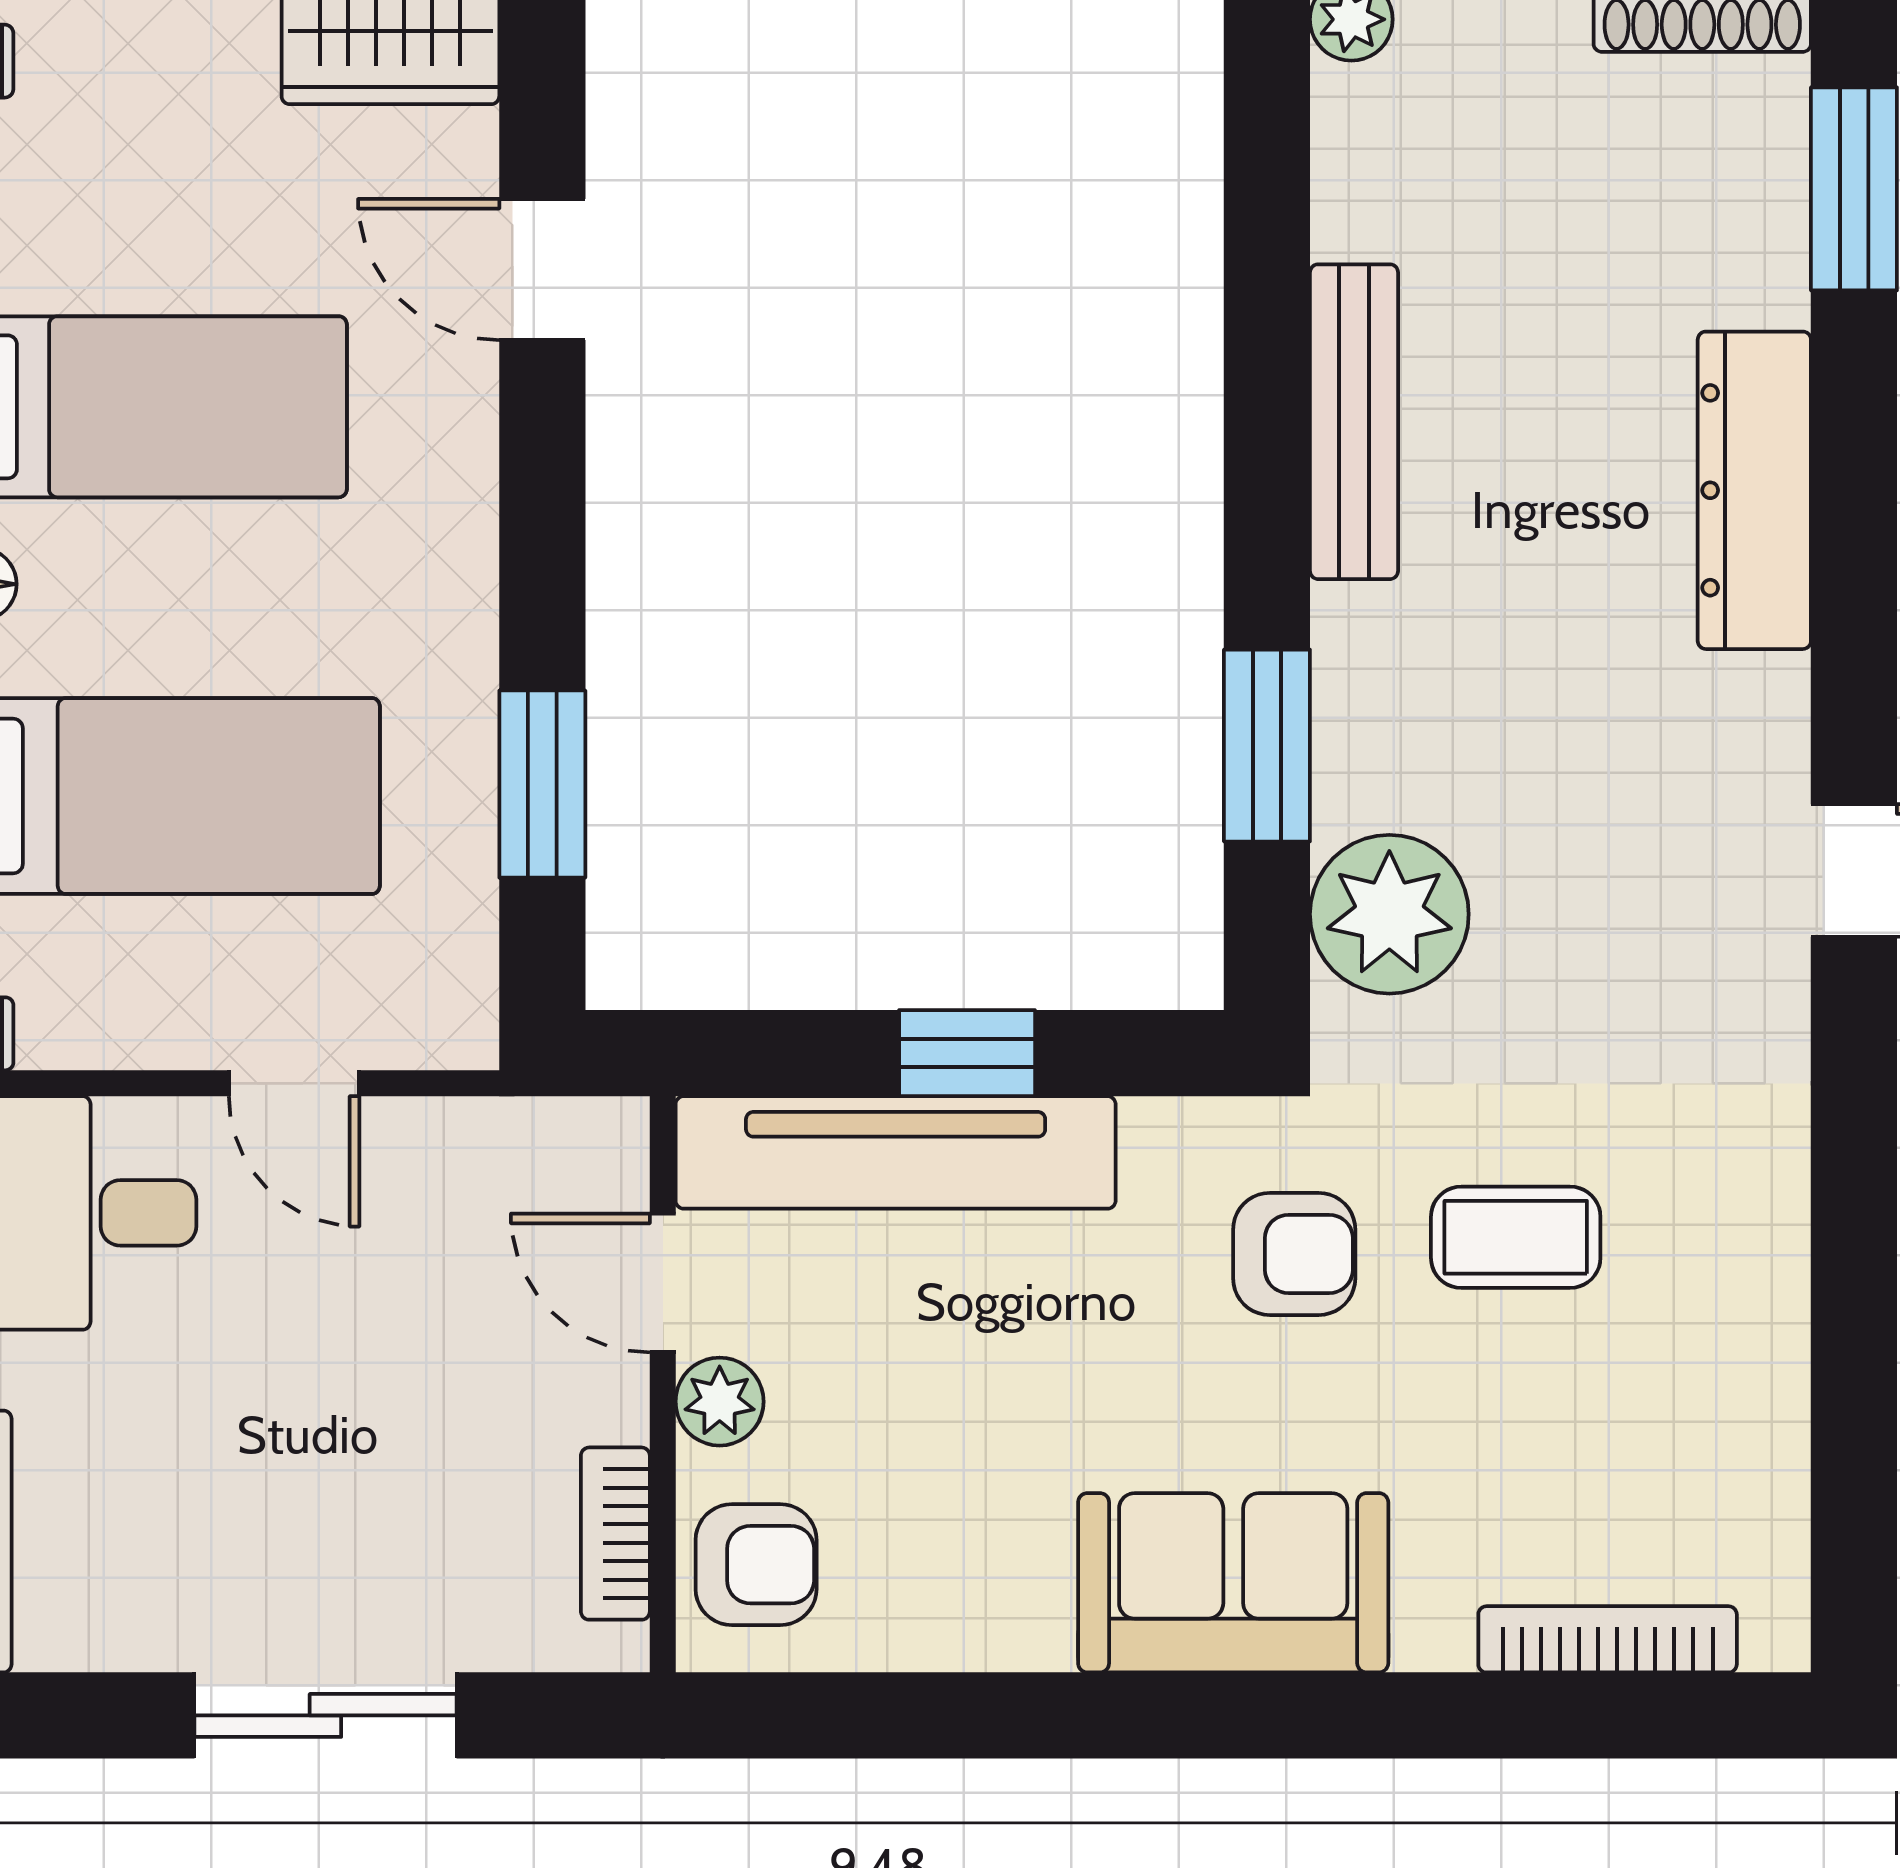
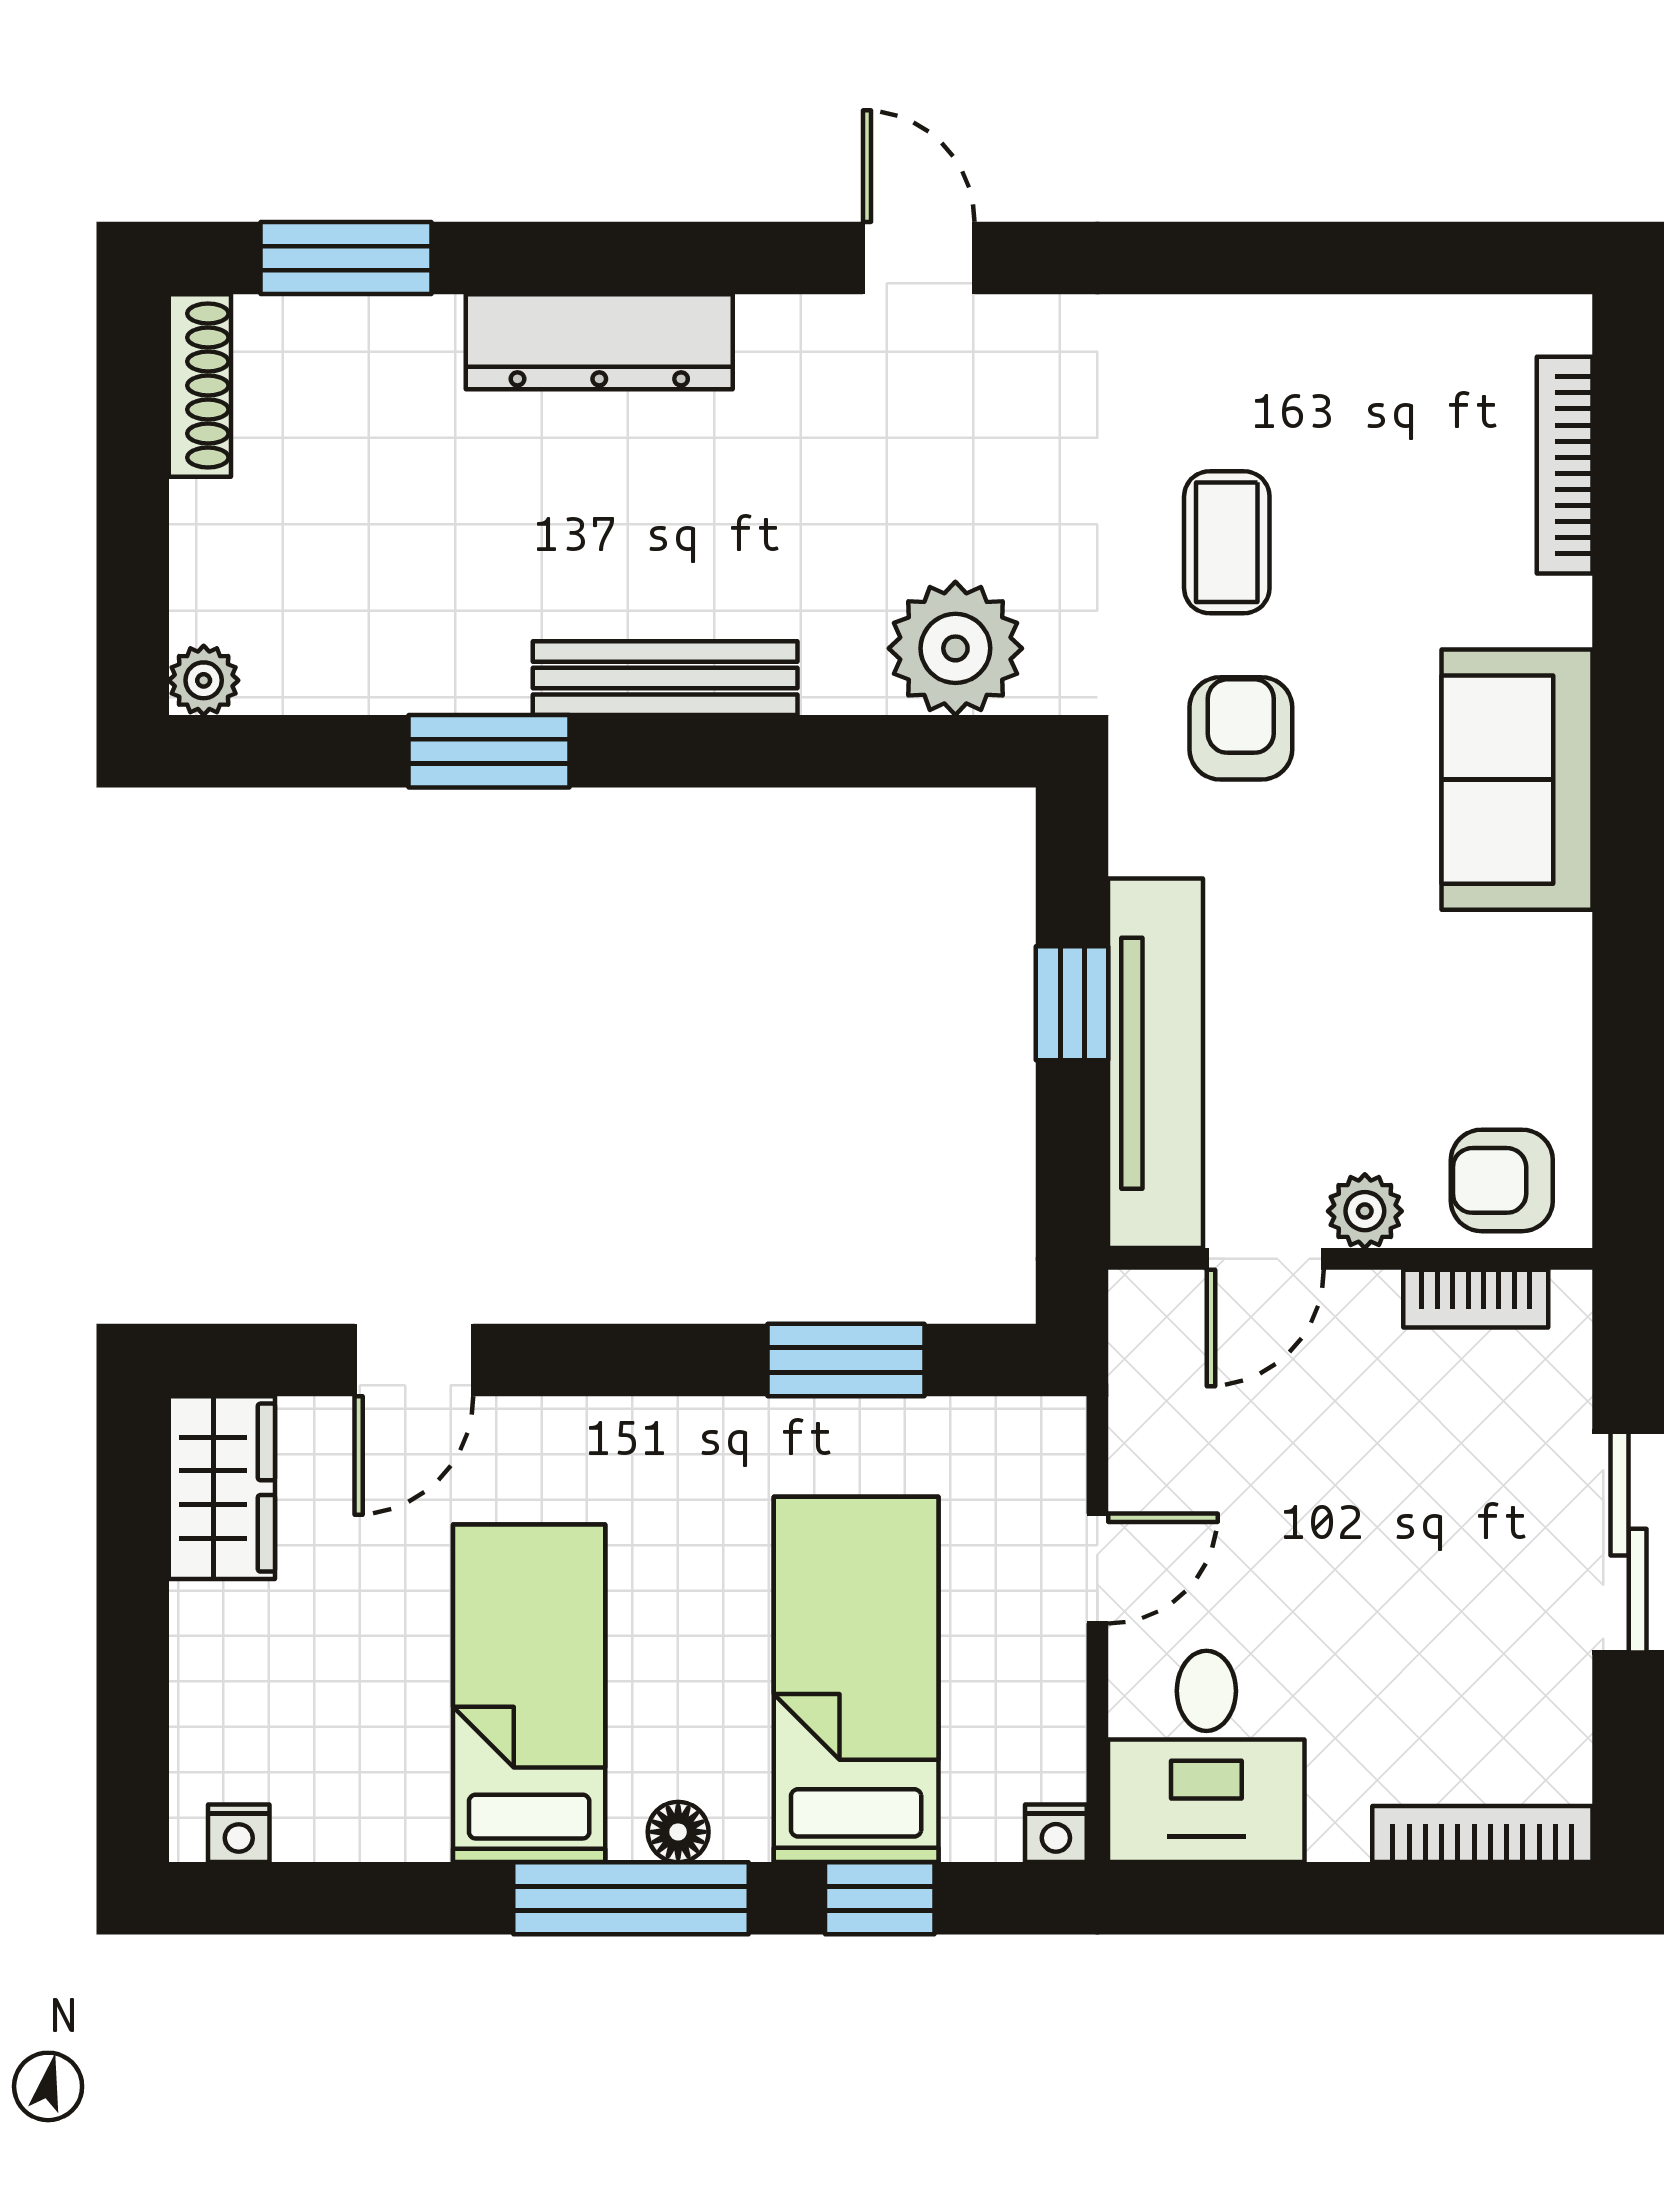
bench: (1354, 422) -> (665, 678), moved
window: (1267, 746) -> (489, 751), moved
armchair: (756, 1565) -> (1502, 1180), turned -90

